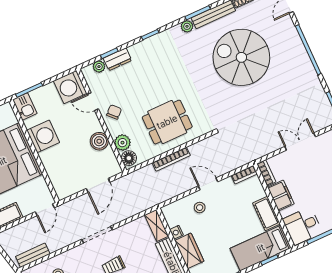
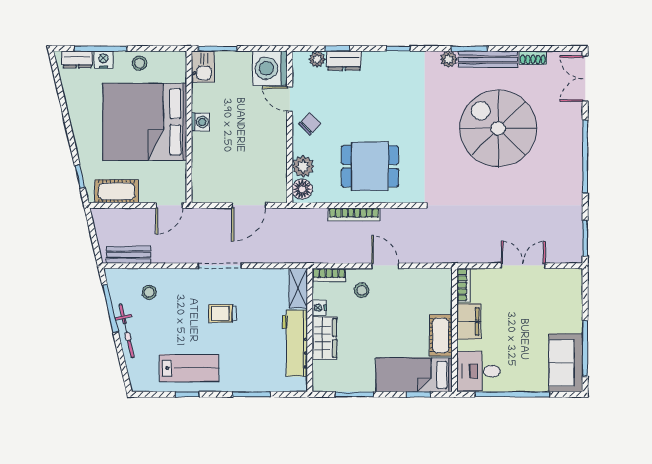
washing machine: (43, 136) -> (201, 122), width x0.53, depth x0.53
boiler: (99, 141) -> (275, 152), removed
bookcase: (244, 175) -> (329, 275), moved

